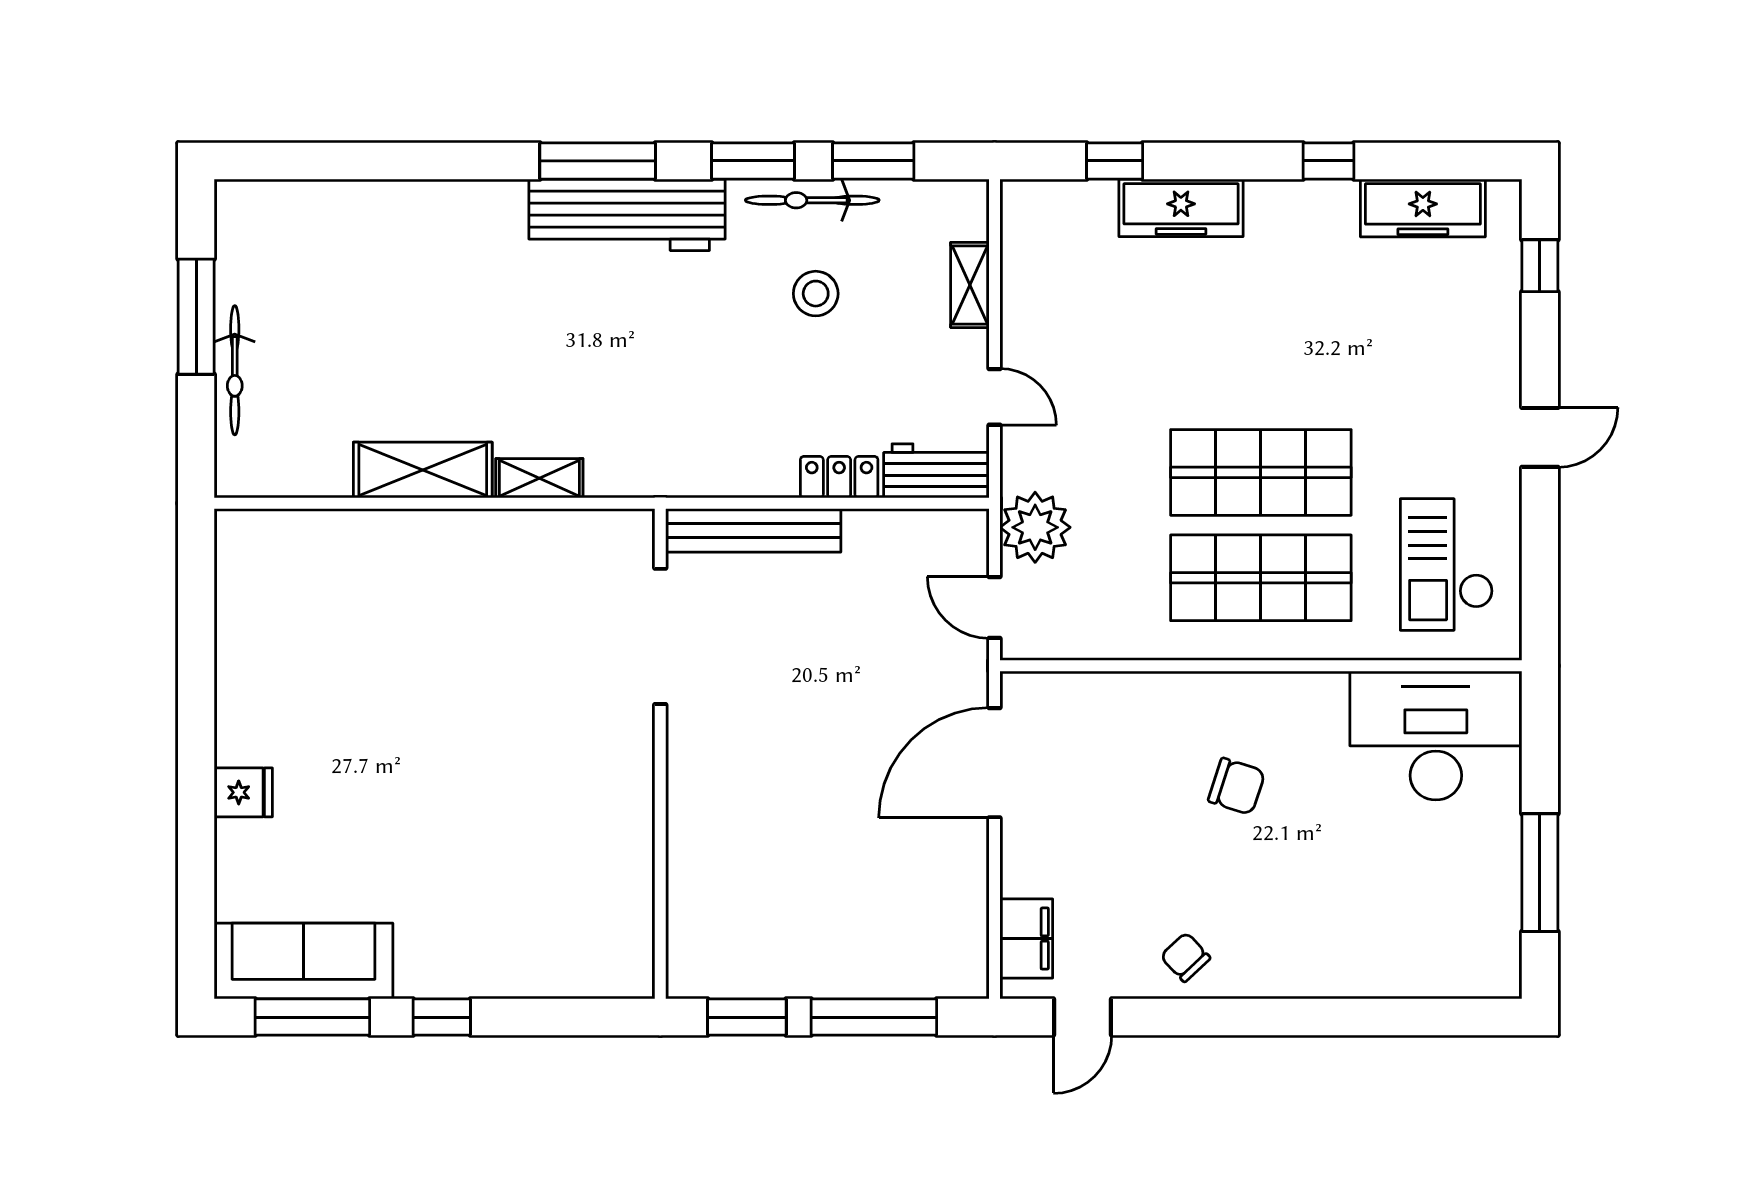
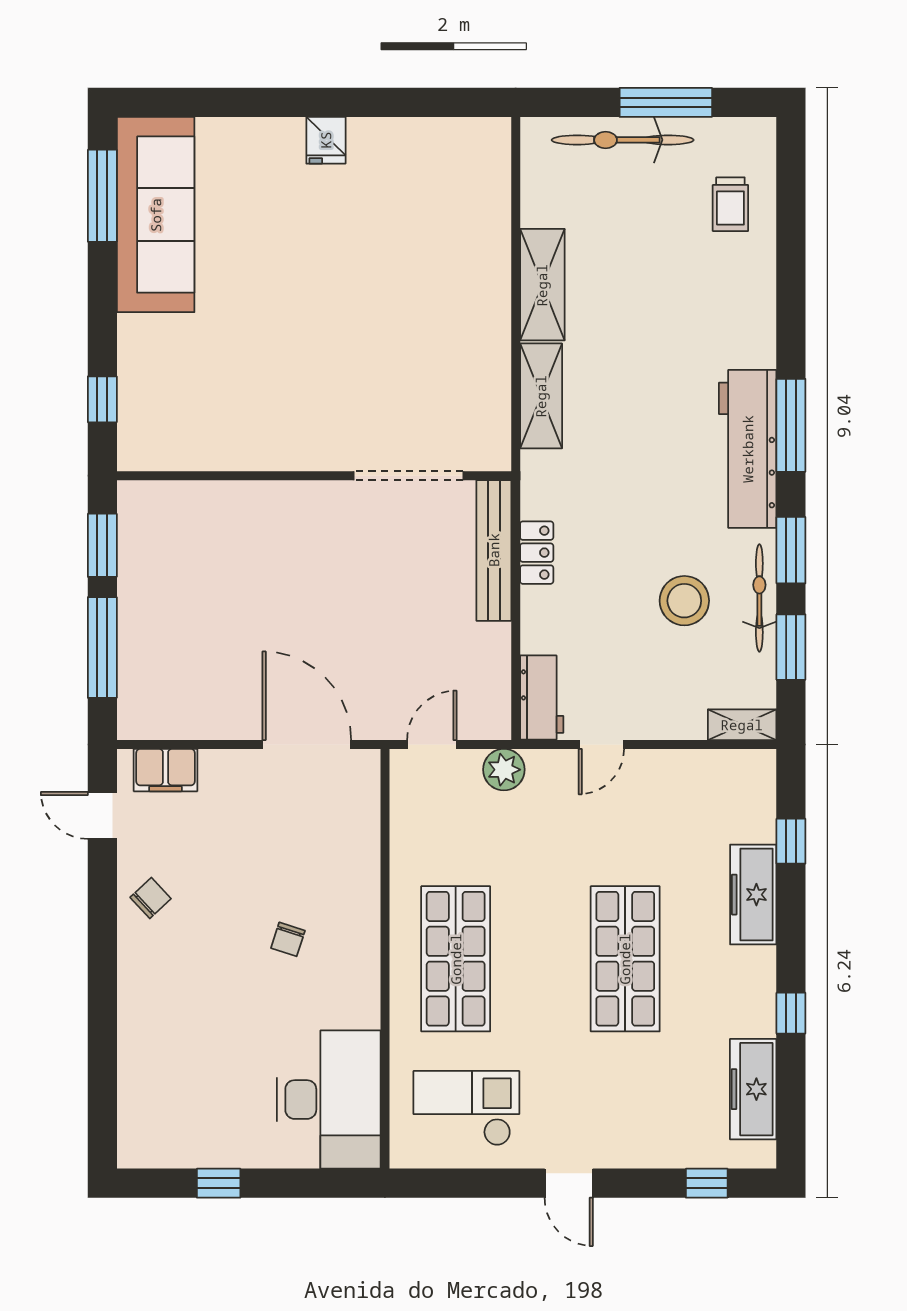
trolley: (323, 236) -> (730, 204), added
shelving: (970, 285) -> (742, 725), moved
stool: (816, 294) -> (684, 601), width x1.38, depth x1.38
bicycle: (235, 370) -> (623, 140), width x1.37, depth x1.40
shop shelf: (1261, 472) -> (625, 959), moved
locker: (839, 477) -> (537, 553), moved
shelving: (539, 478) -> (541, 396), width x1.50, depth x1.33
plant: (1035, 527) -> (504, 770), width x0.73, depth x0.73
chair: (1237, 786) -> (288, 939), width x0.73, depth x0.73
fridge: (243, 792) -> (326, 140), moved
window: (1540, 873) -> (219, 1183), width x0.46
sofa: (303, 961) -> (156, 215), width x1.36, depth x1.27
window: (442, 1017) -> (102, 399), moved

